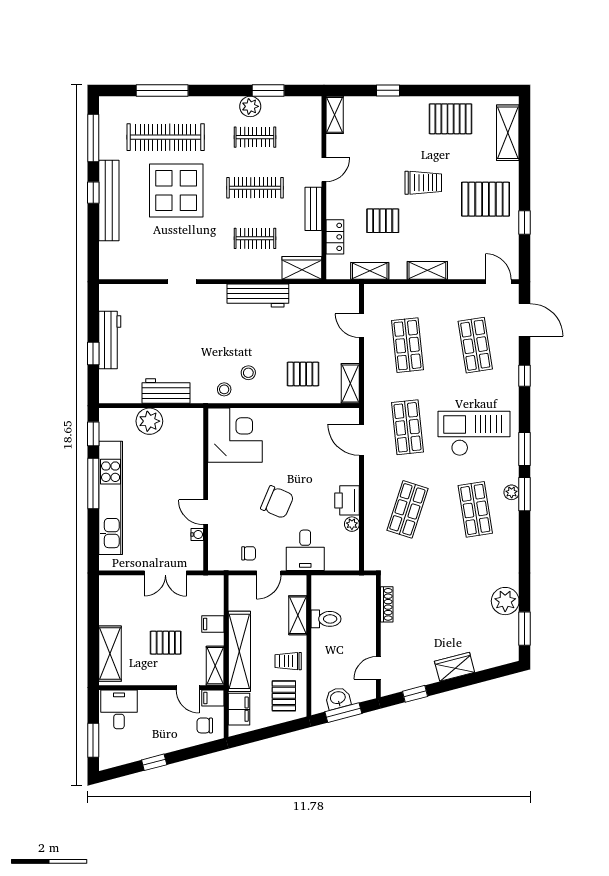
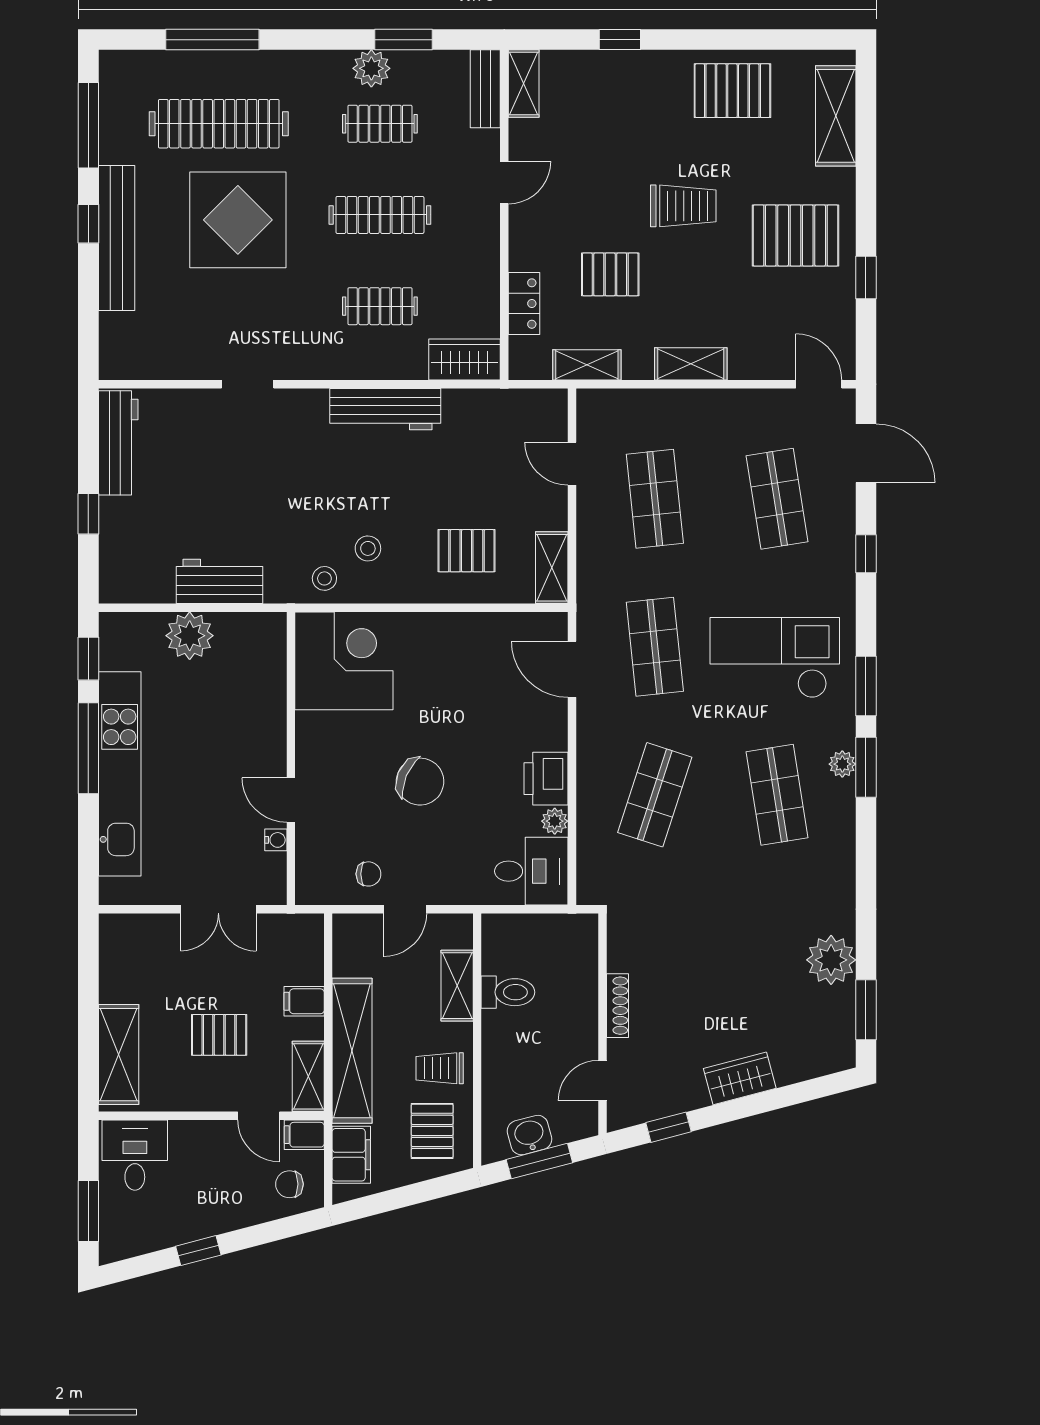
bench: (313, 209) -> (485, 89), moved
workbench: (110, 340) -> (118, 443), moved
desk: (305, 550) -> (531, 871), moved, turned -90
shoe rack: (387, 604) -> (617, 1006), moved

